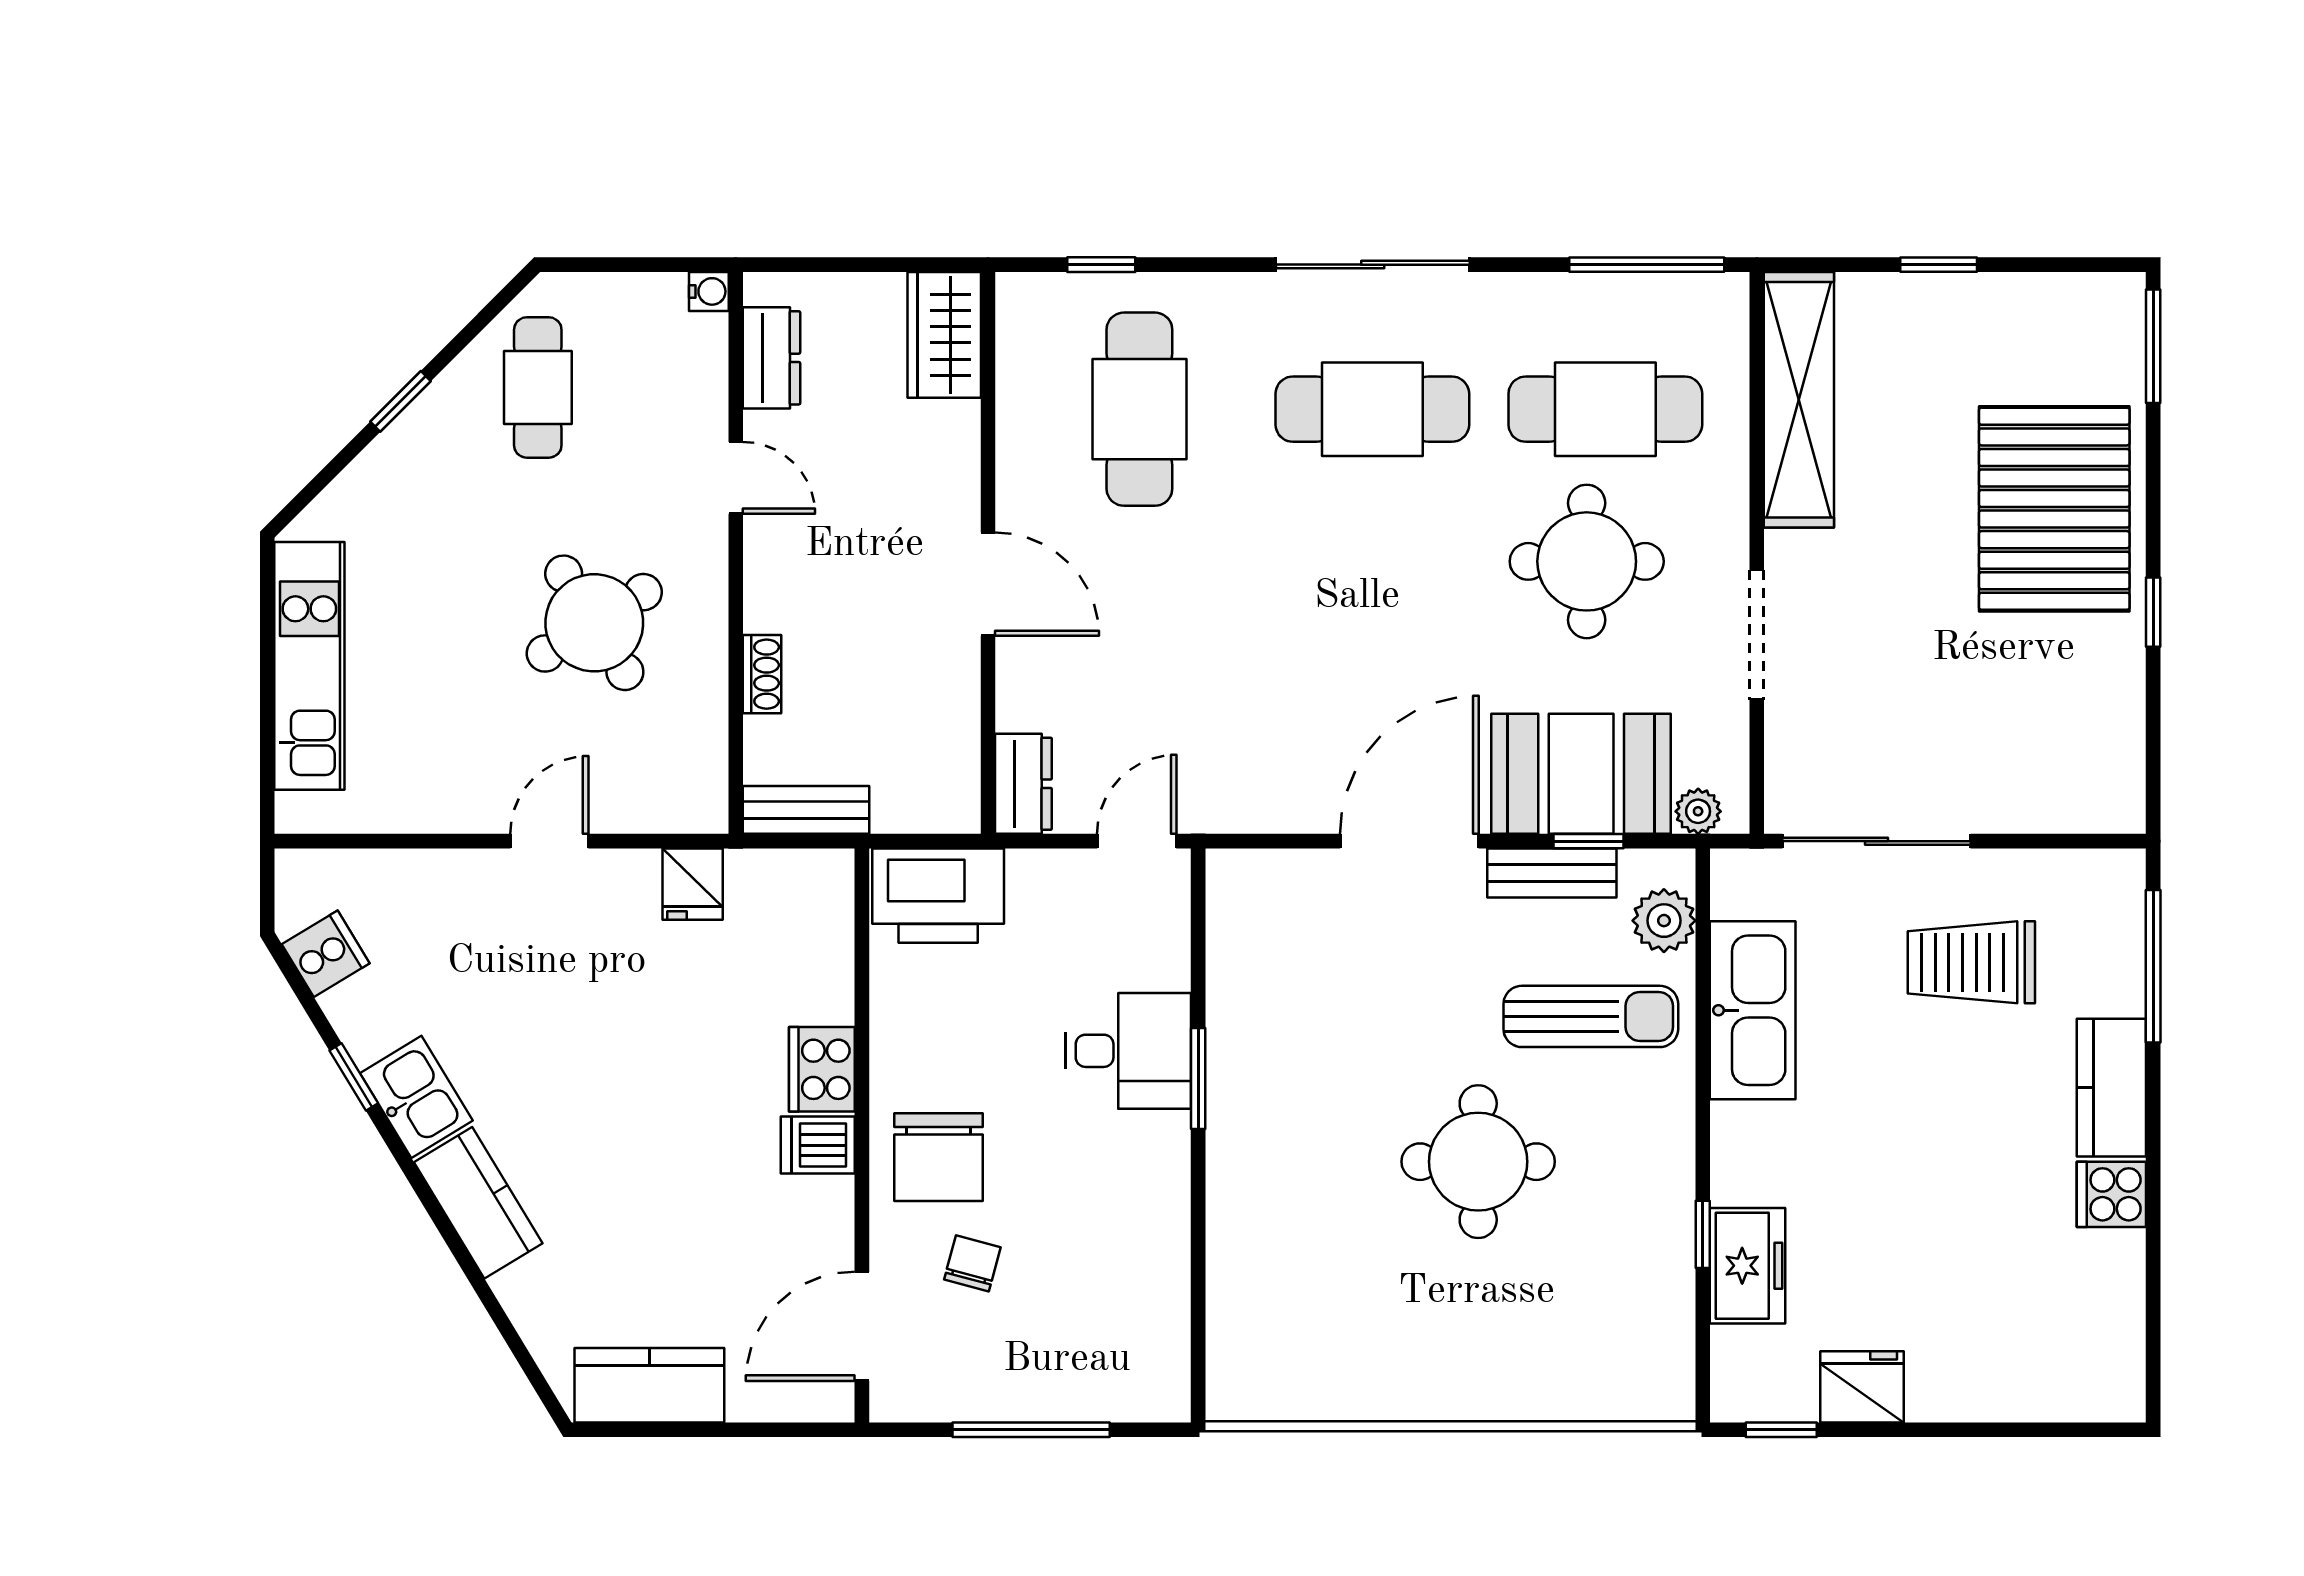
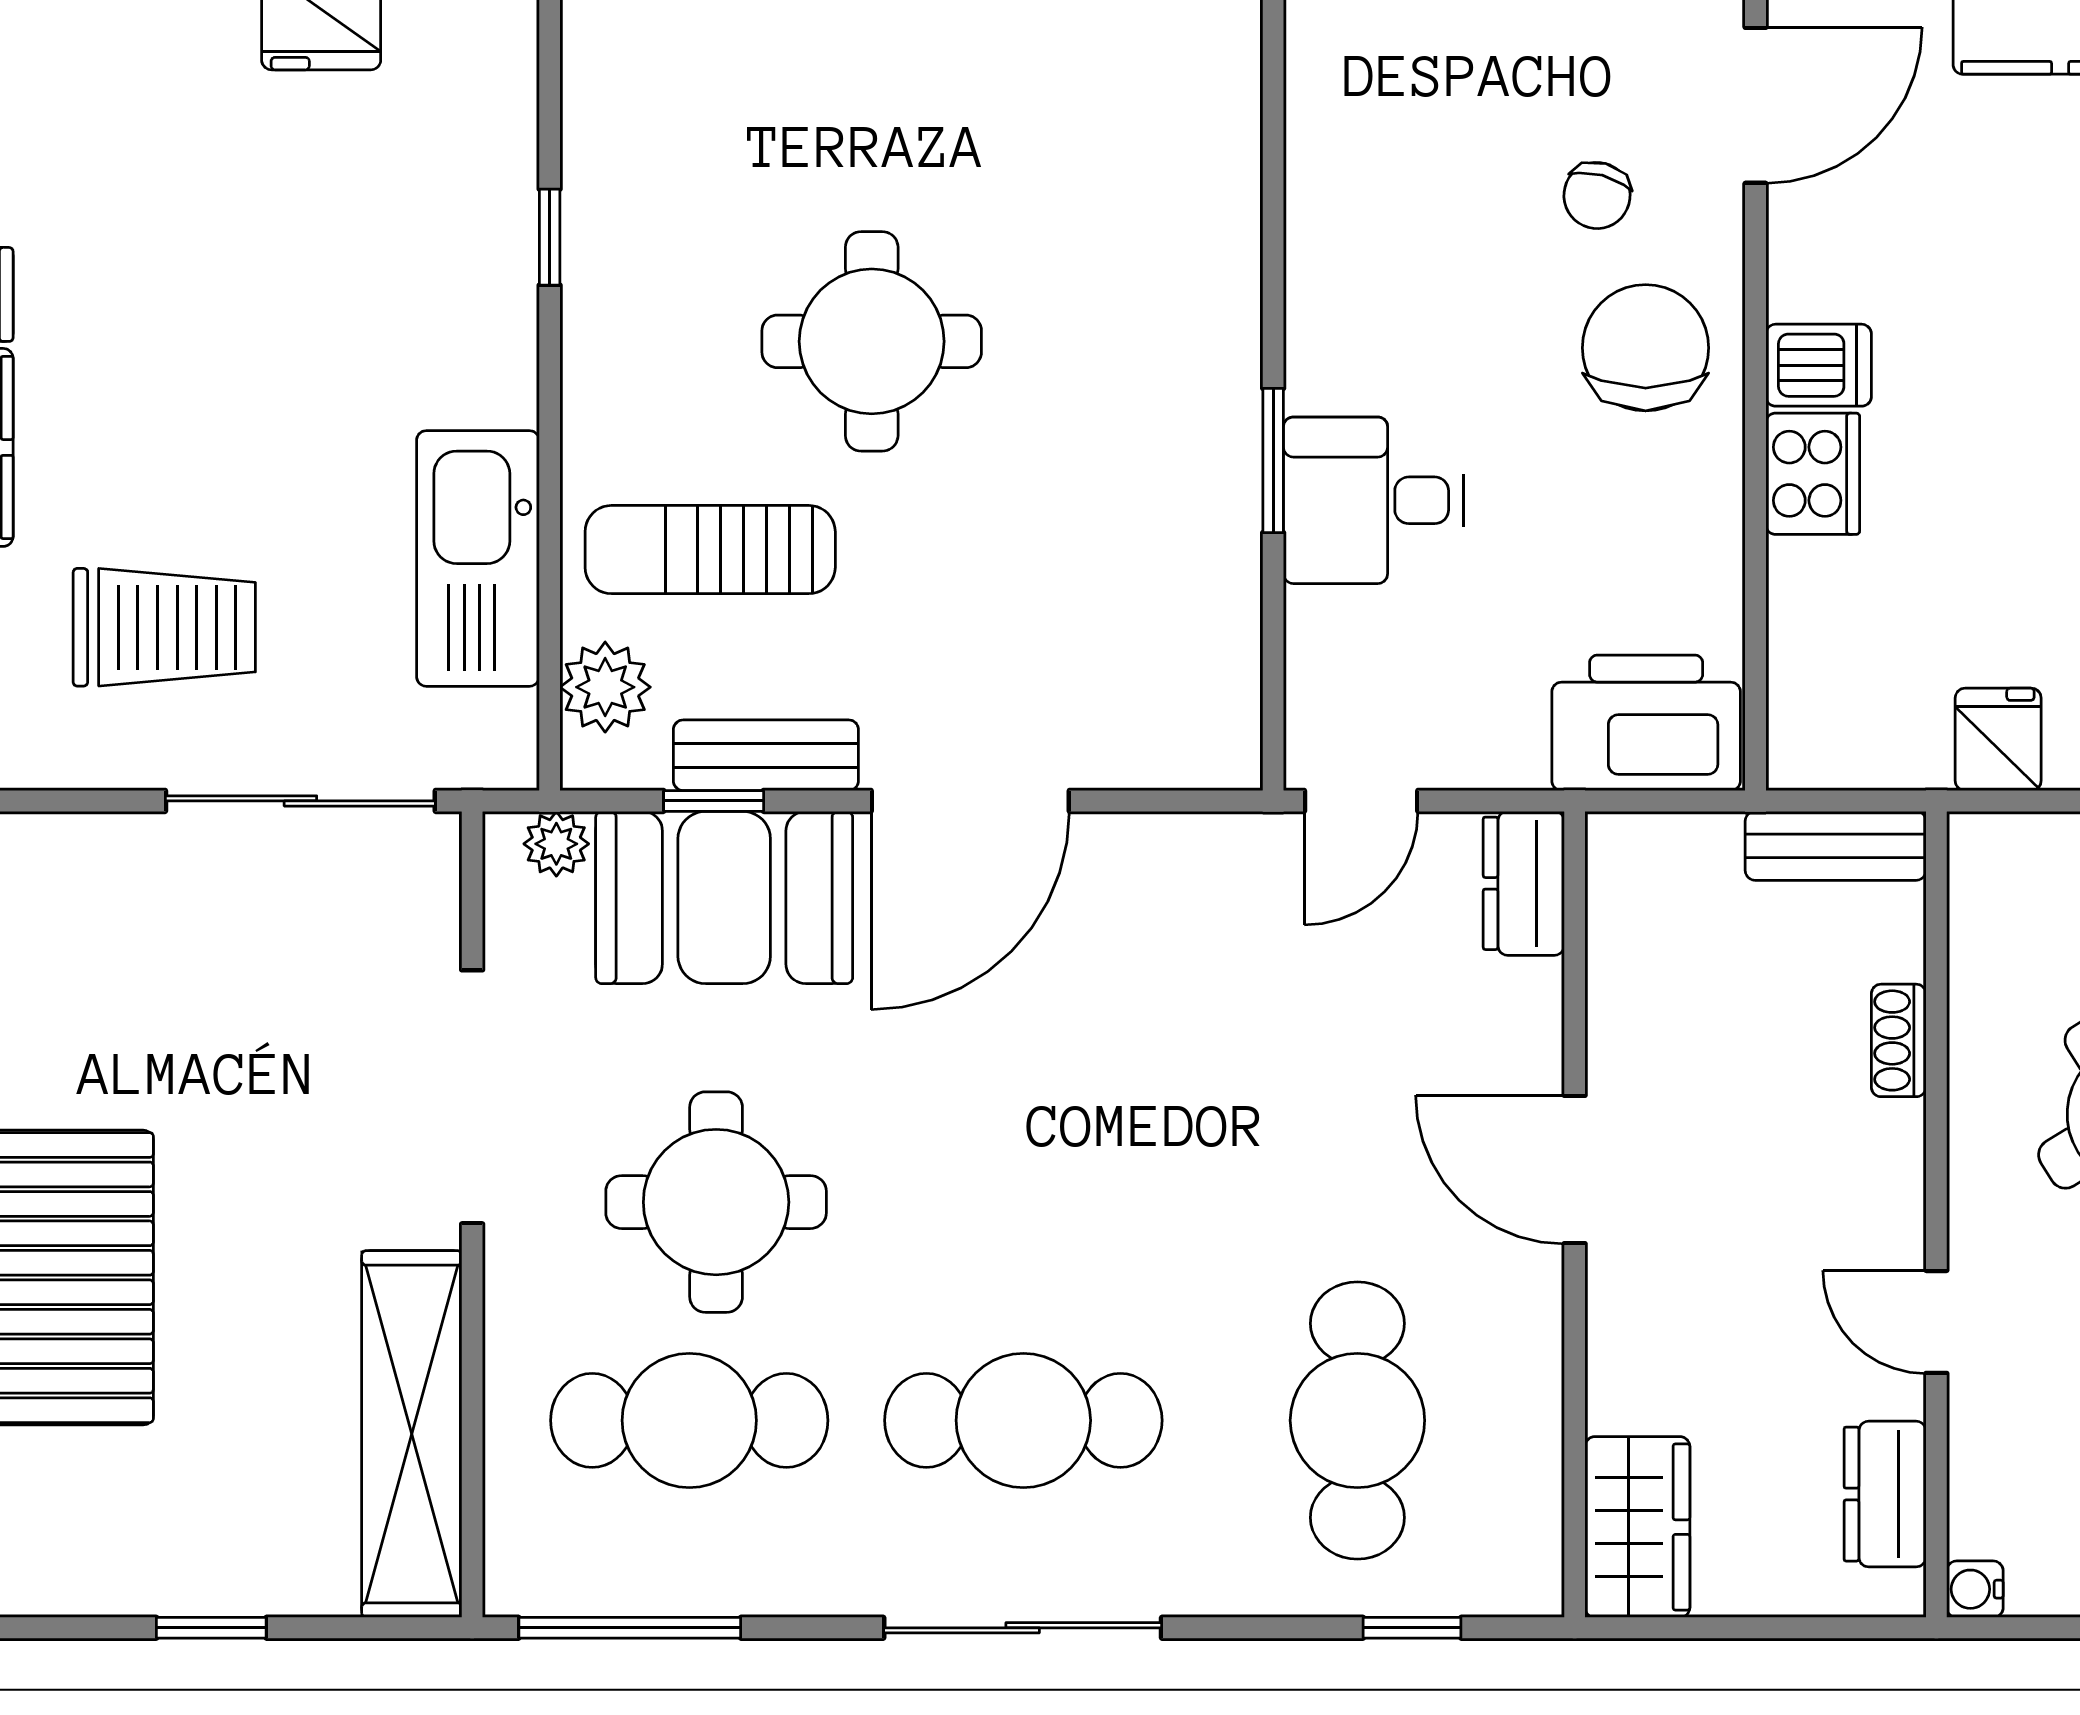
doorway: (1757, 635) -> (472, 1097), width x1.36
freezer: (1747, 1266) -> (485, 192), removed

